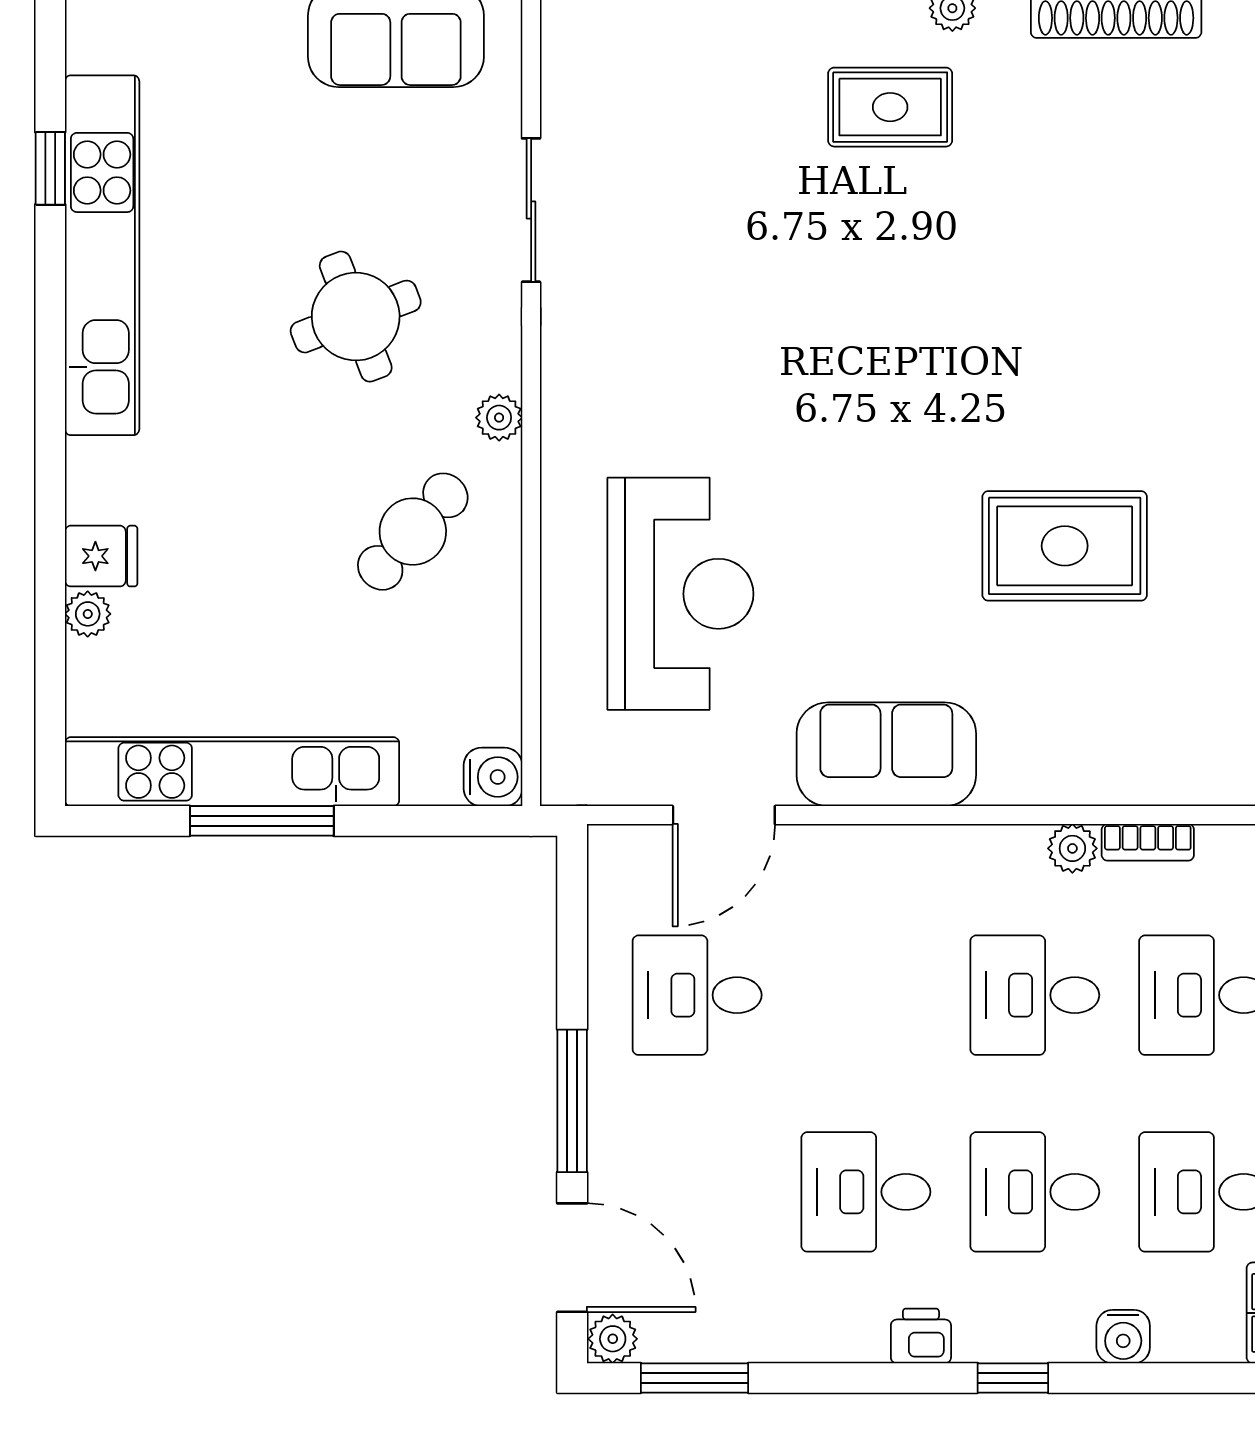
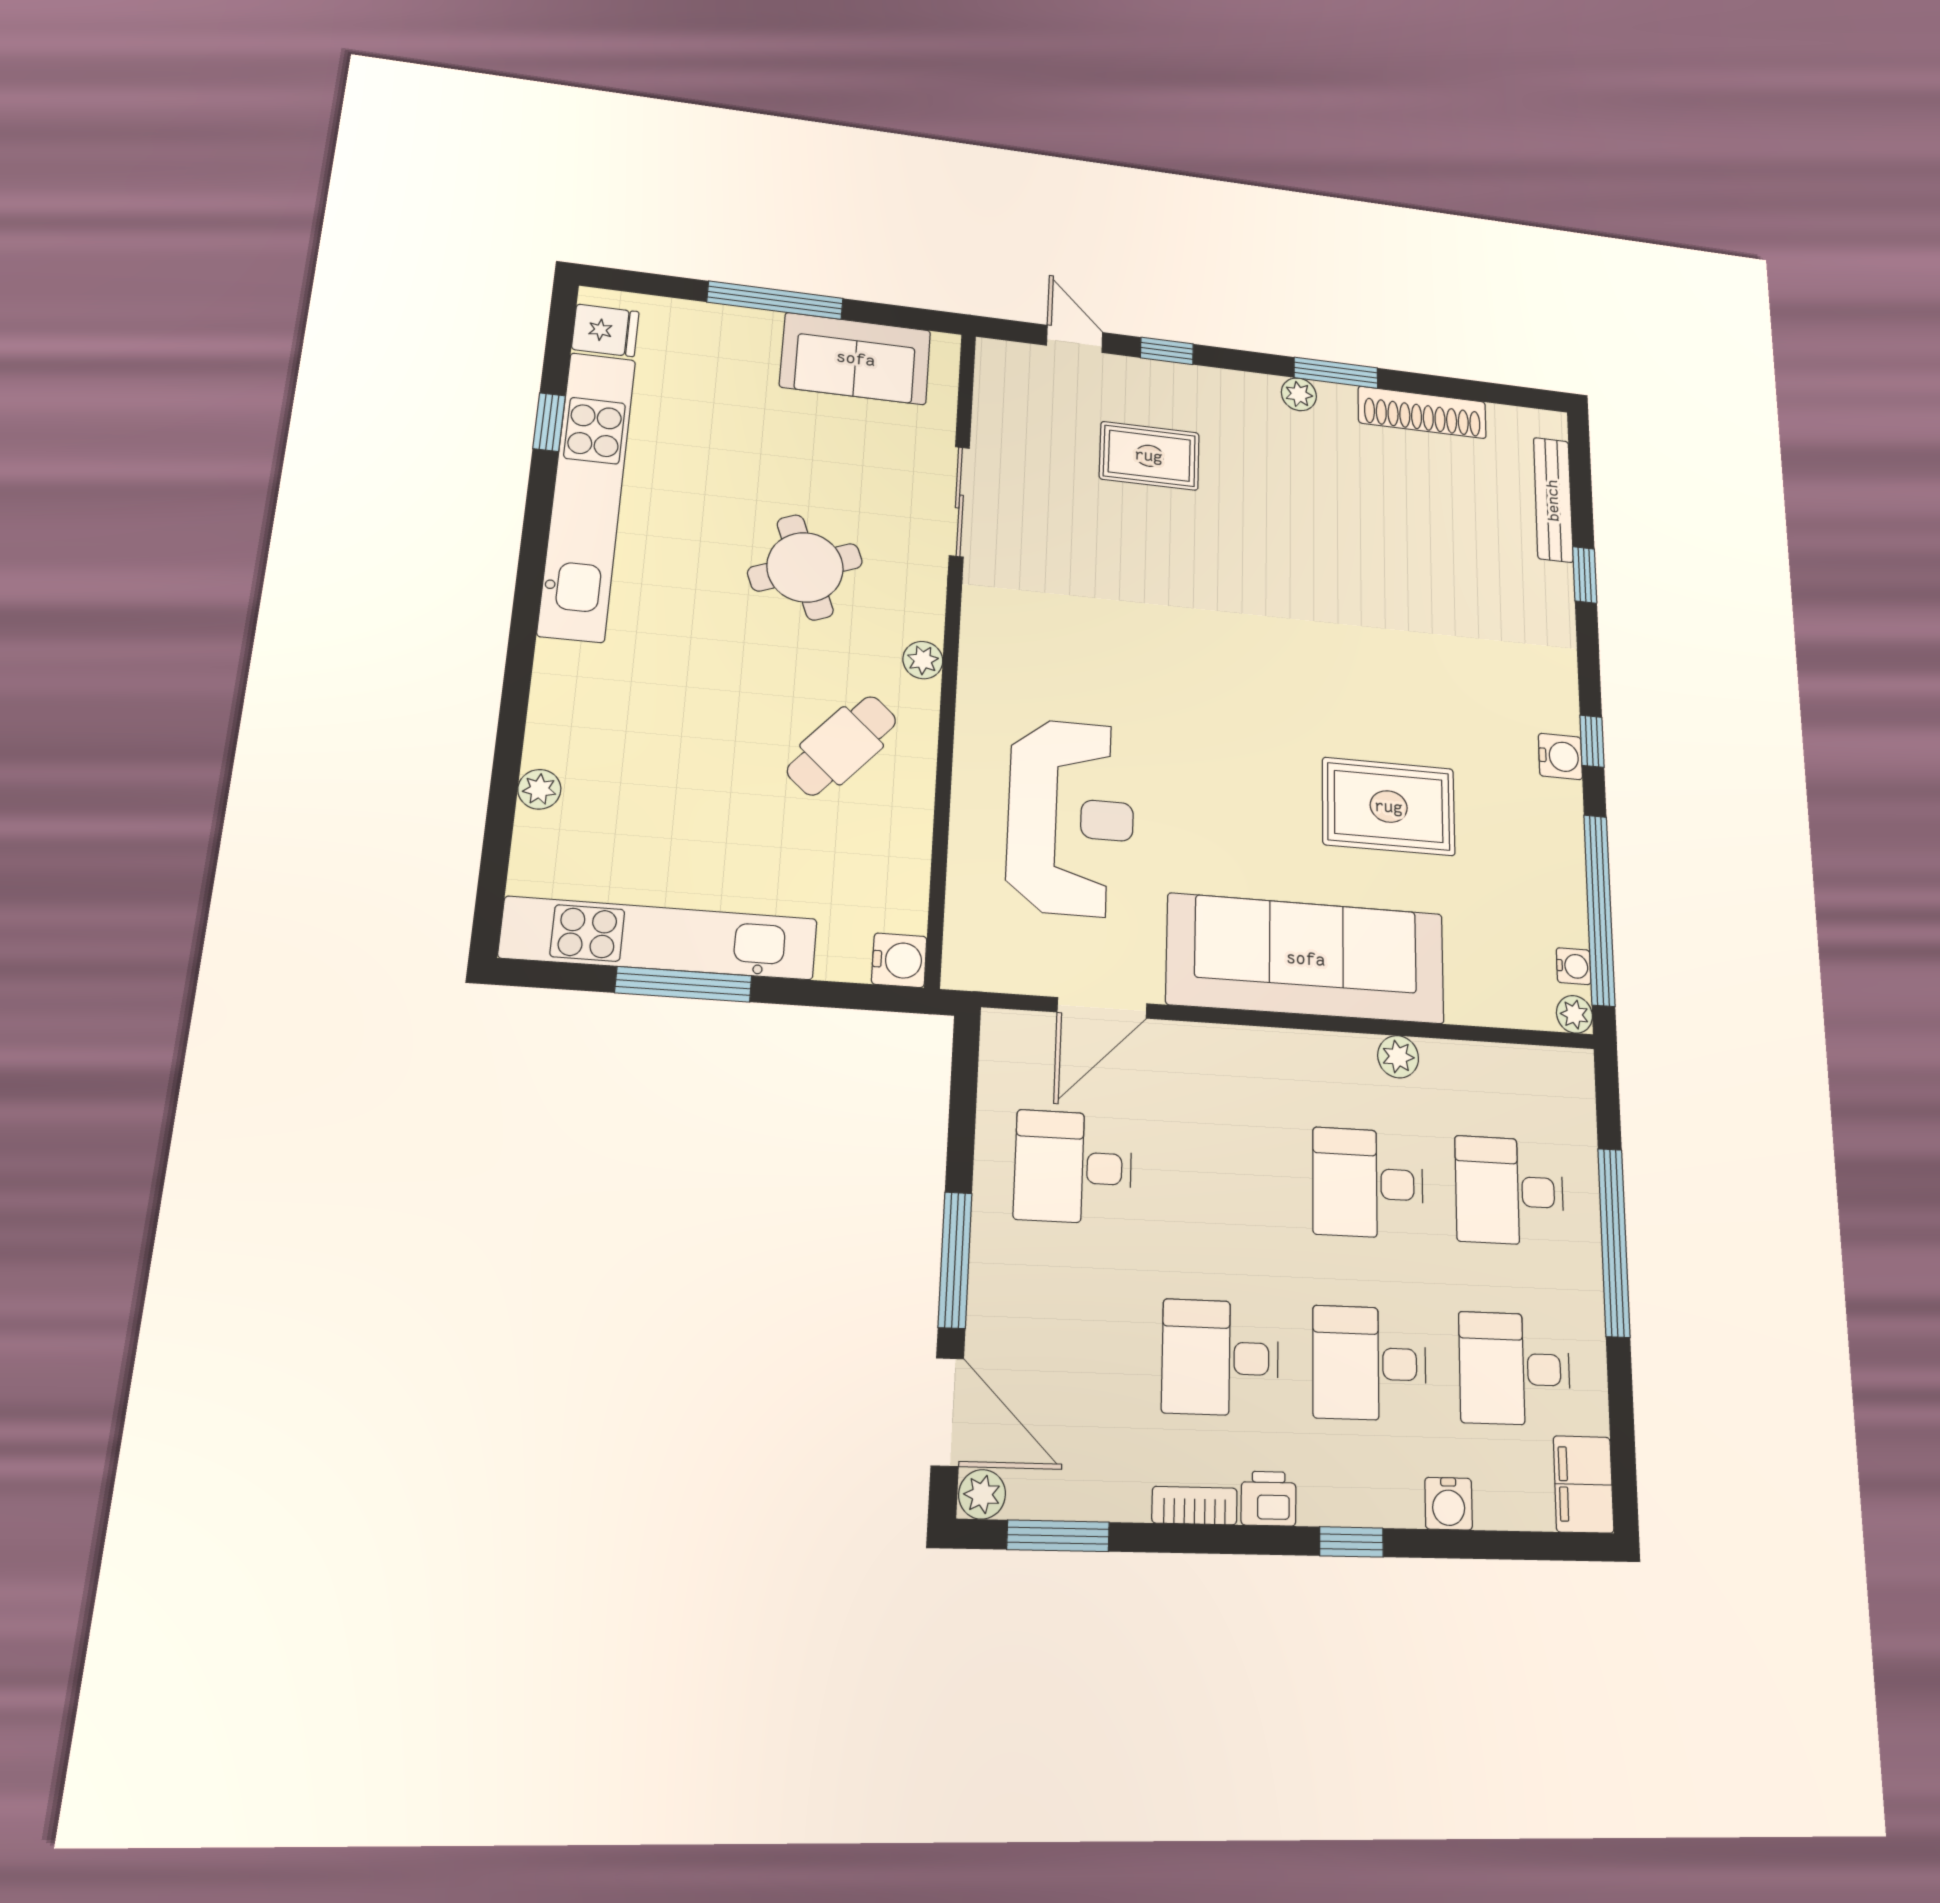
rug: (890, 107) -> (1149, 456), moved
fridge: (101, 556) -> (605, 330), moved
sofa: (886, 754) -> (1306, 959), width x1.85, depth x1.27
bookcase: (1148, 842) -> (1195, 1506), moved, turned 180

